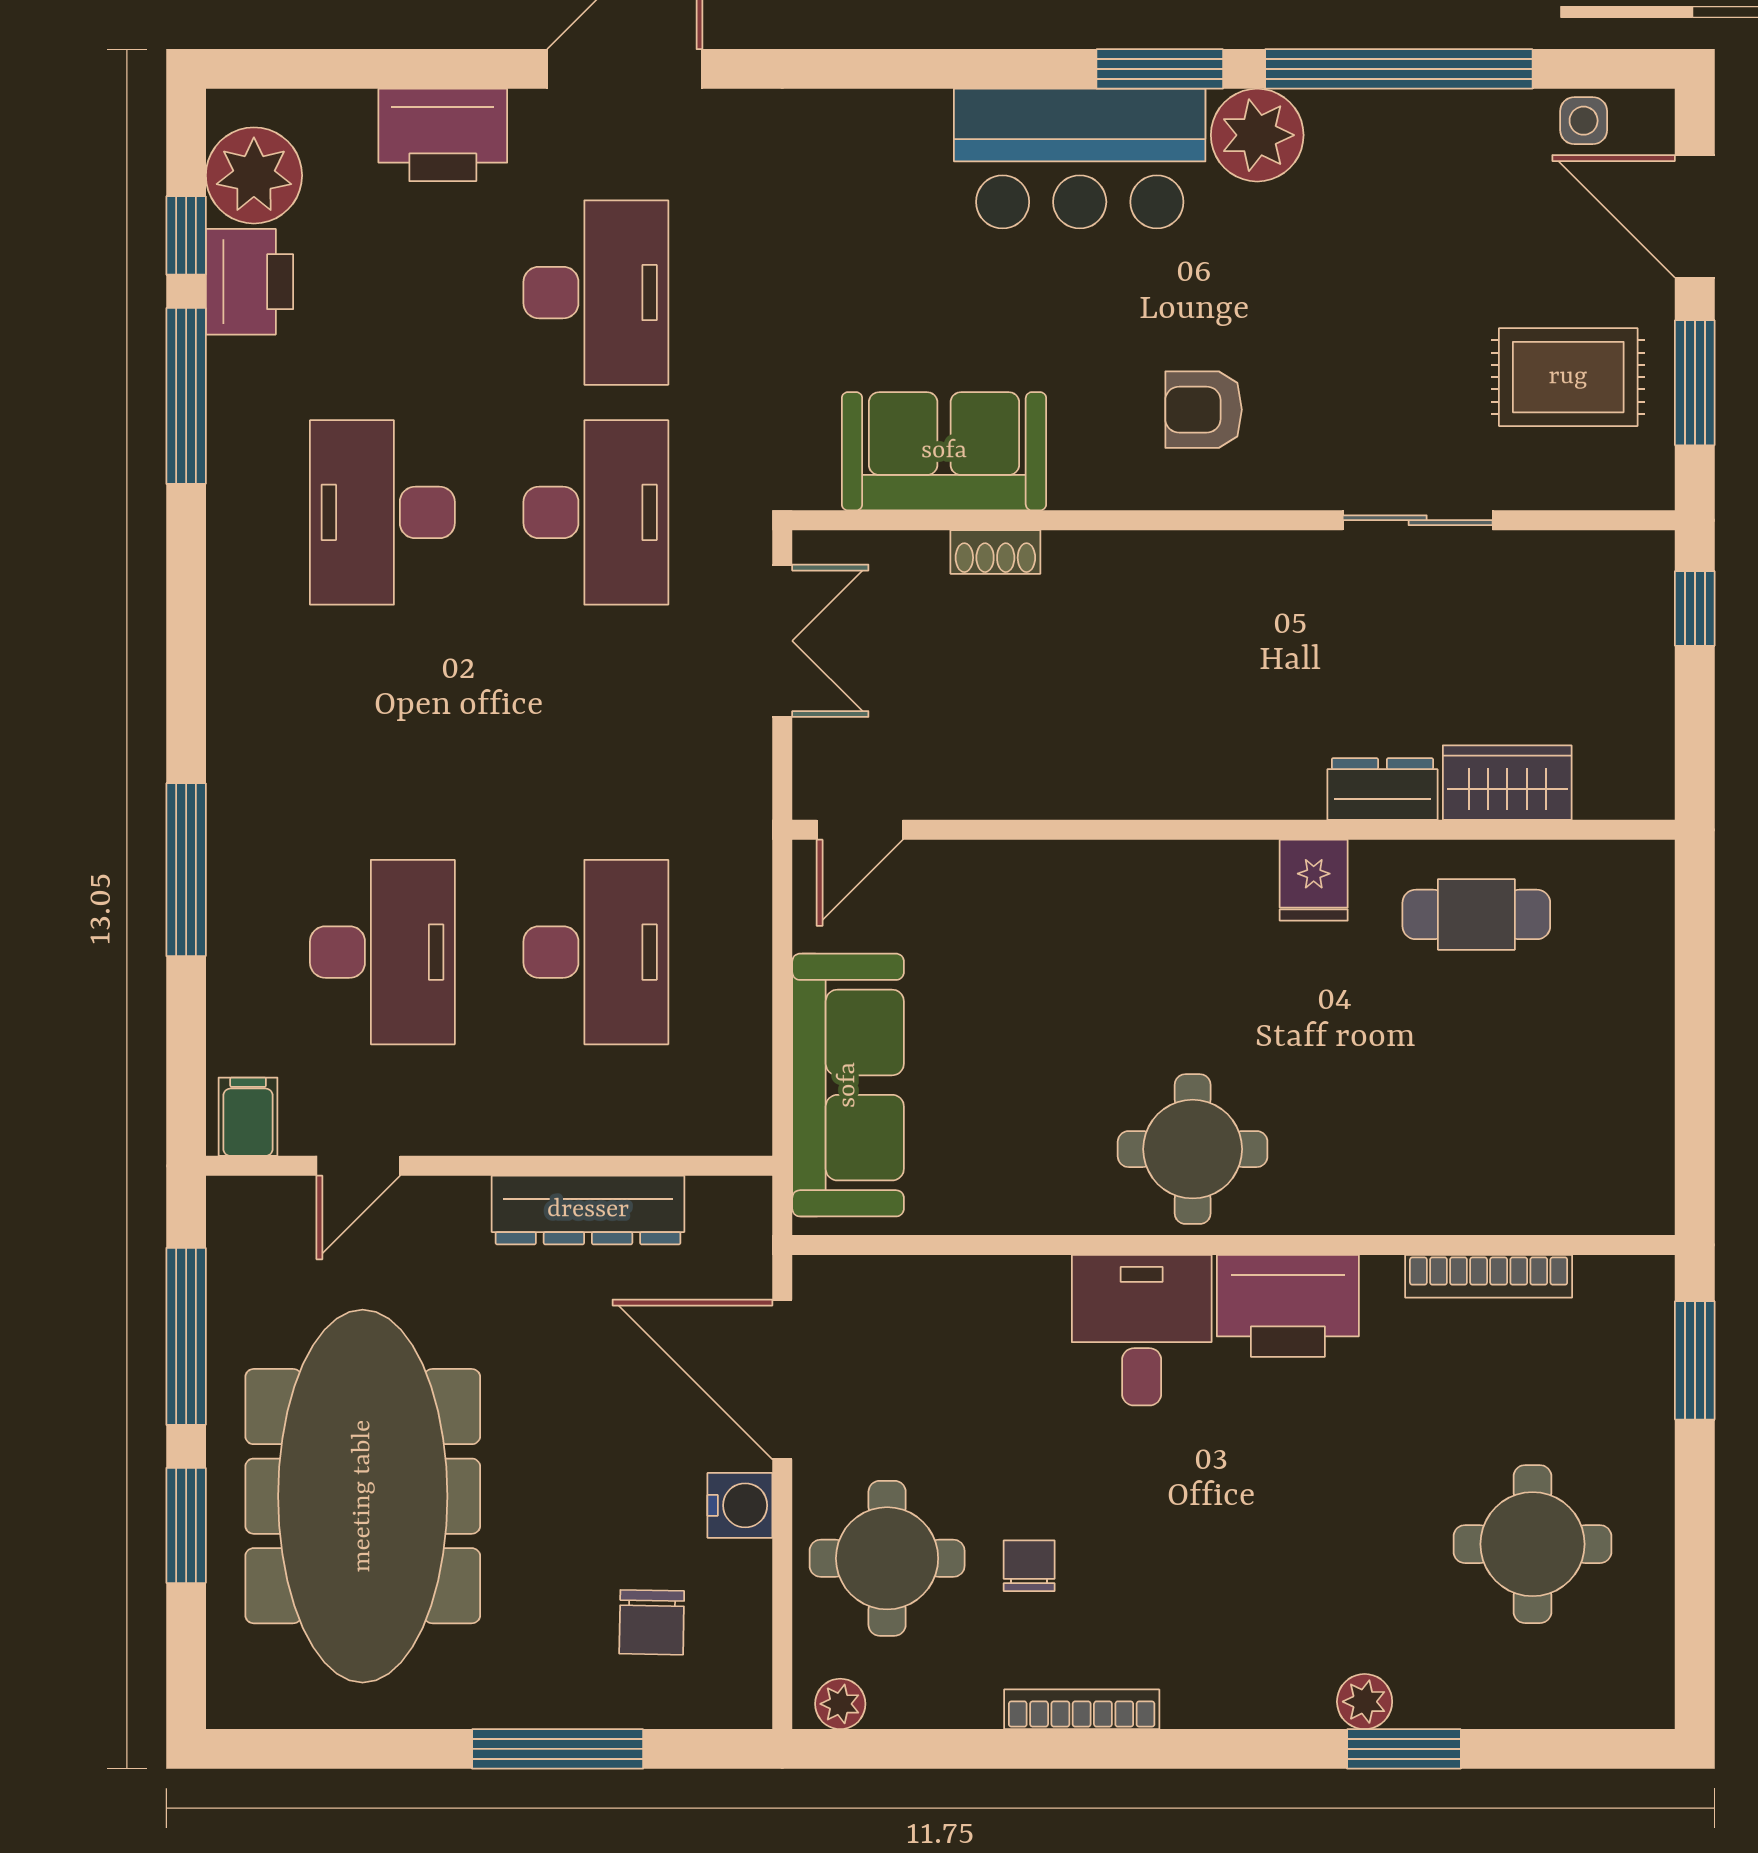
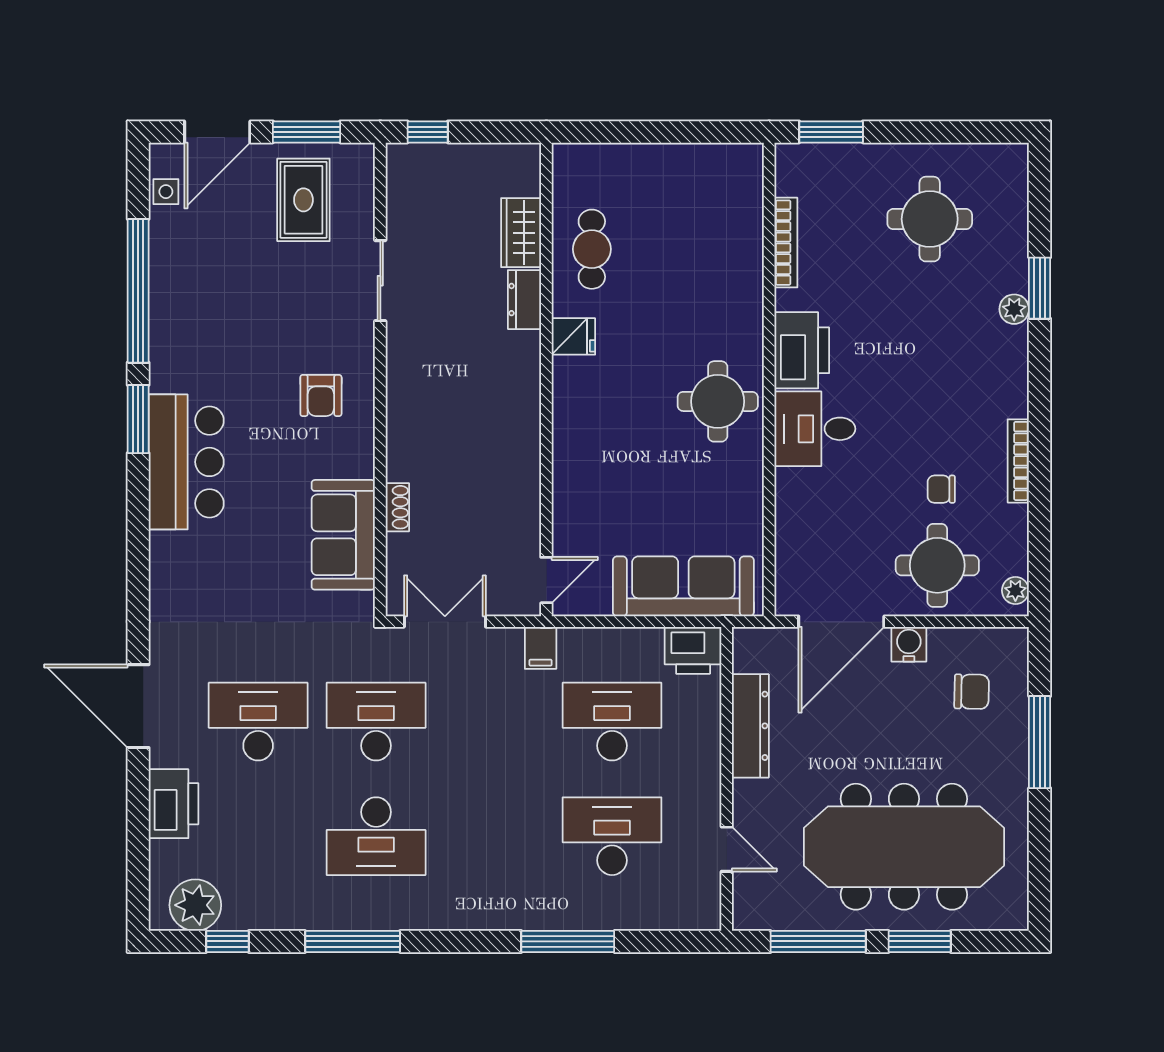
plant: (1257, 135) -> (174, 367), removed
printer: (250, 282) -> (693, 650), moved, turned 180
window: (186, 396) -> (353, 941), moved
door: (860, 830) -> (546, 580), hinge flipped
filing cabinet: (248, 1117) -> (541, 648), moved, turned -90

